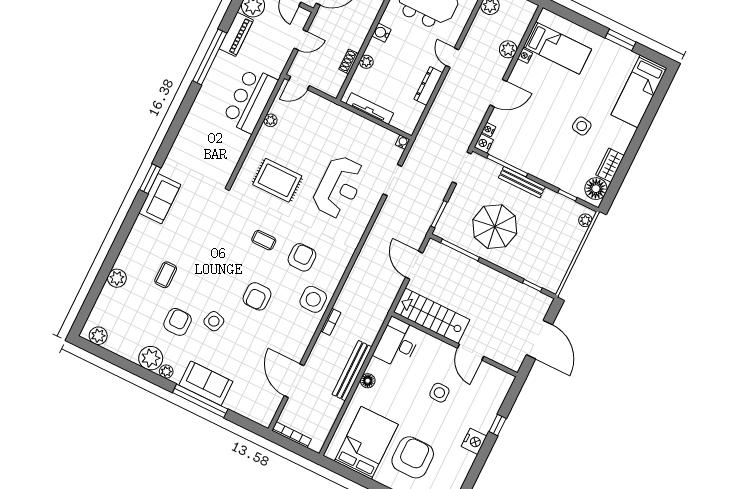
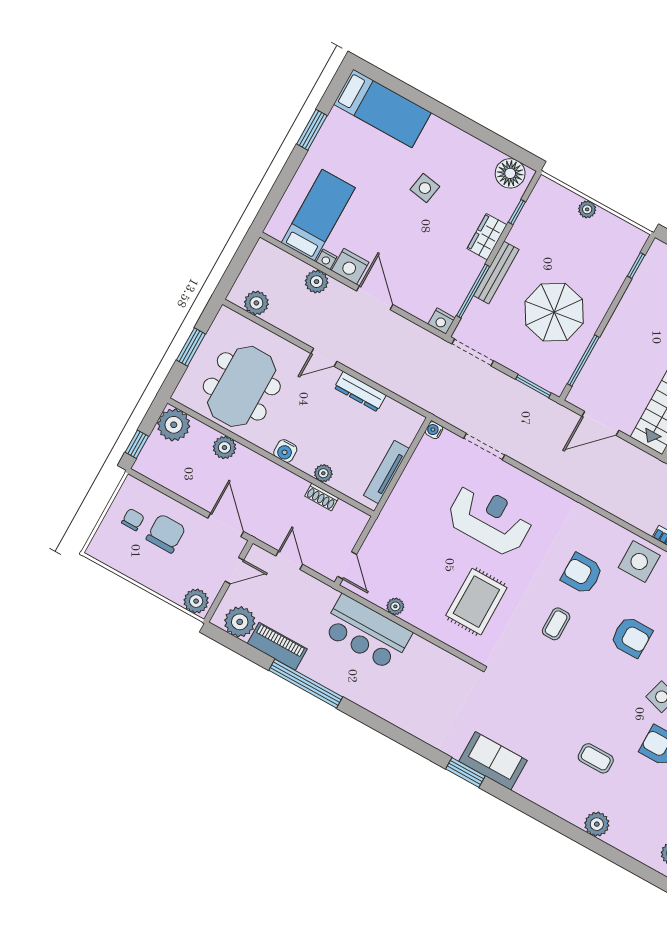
nightstand: (489, 129) -> (350, 266), moved, width x1.89, depth x1.79
wardrobe: (610, 165) -> (487, 237), moved, turned 90
plant: (585, 220) -> (587, 209), moved

